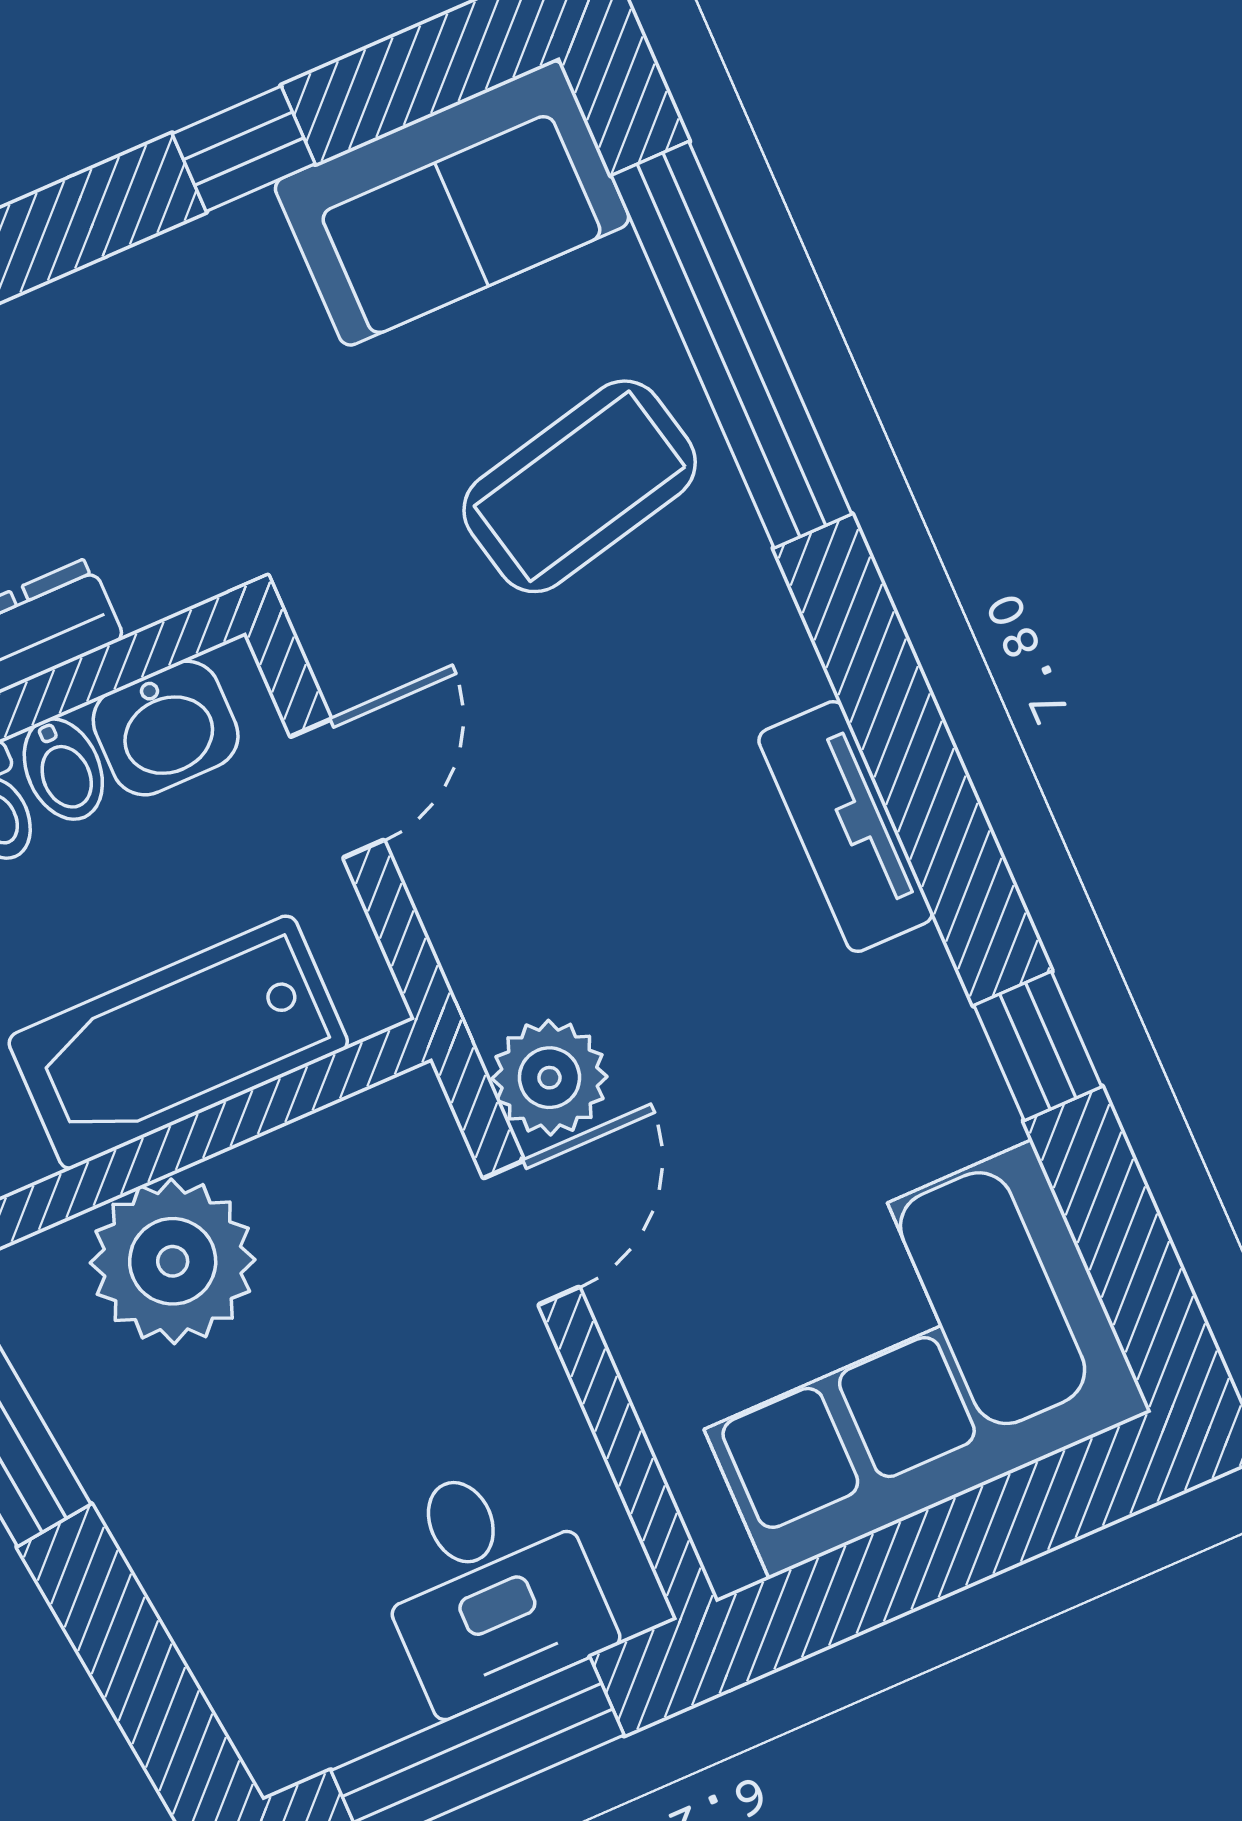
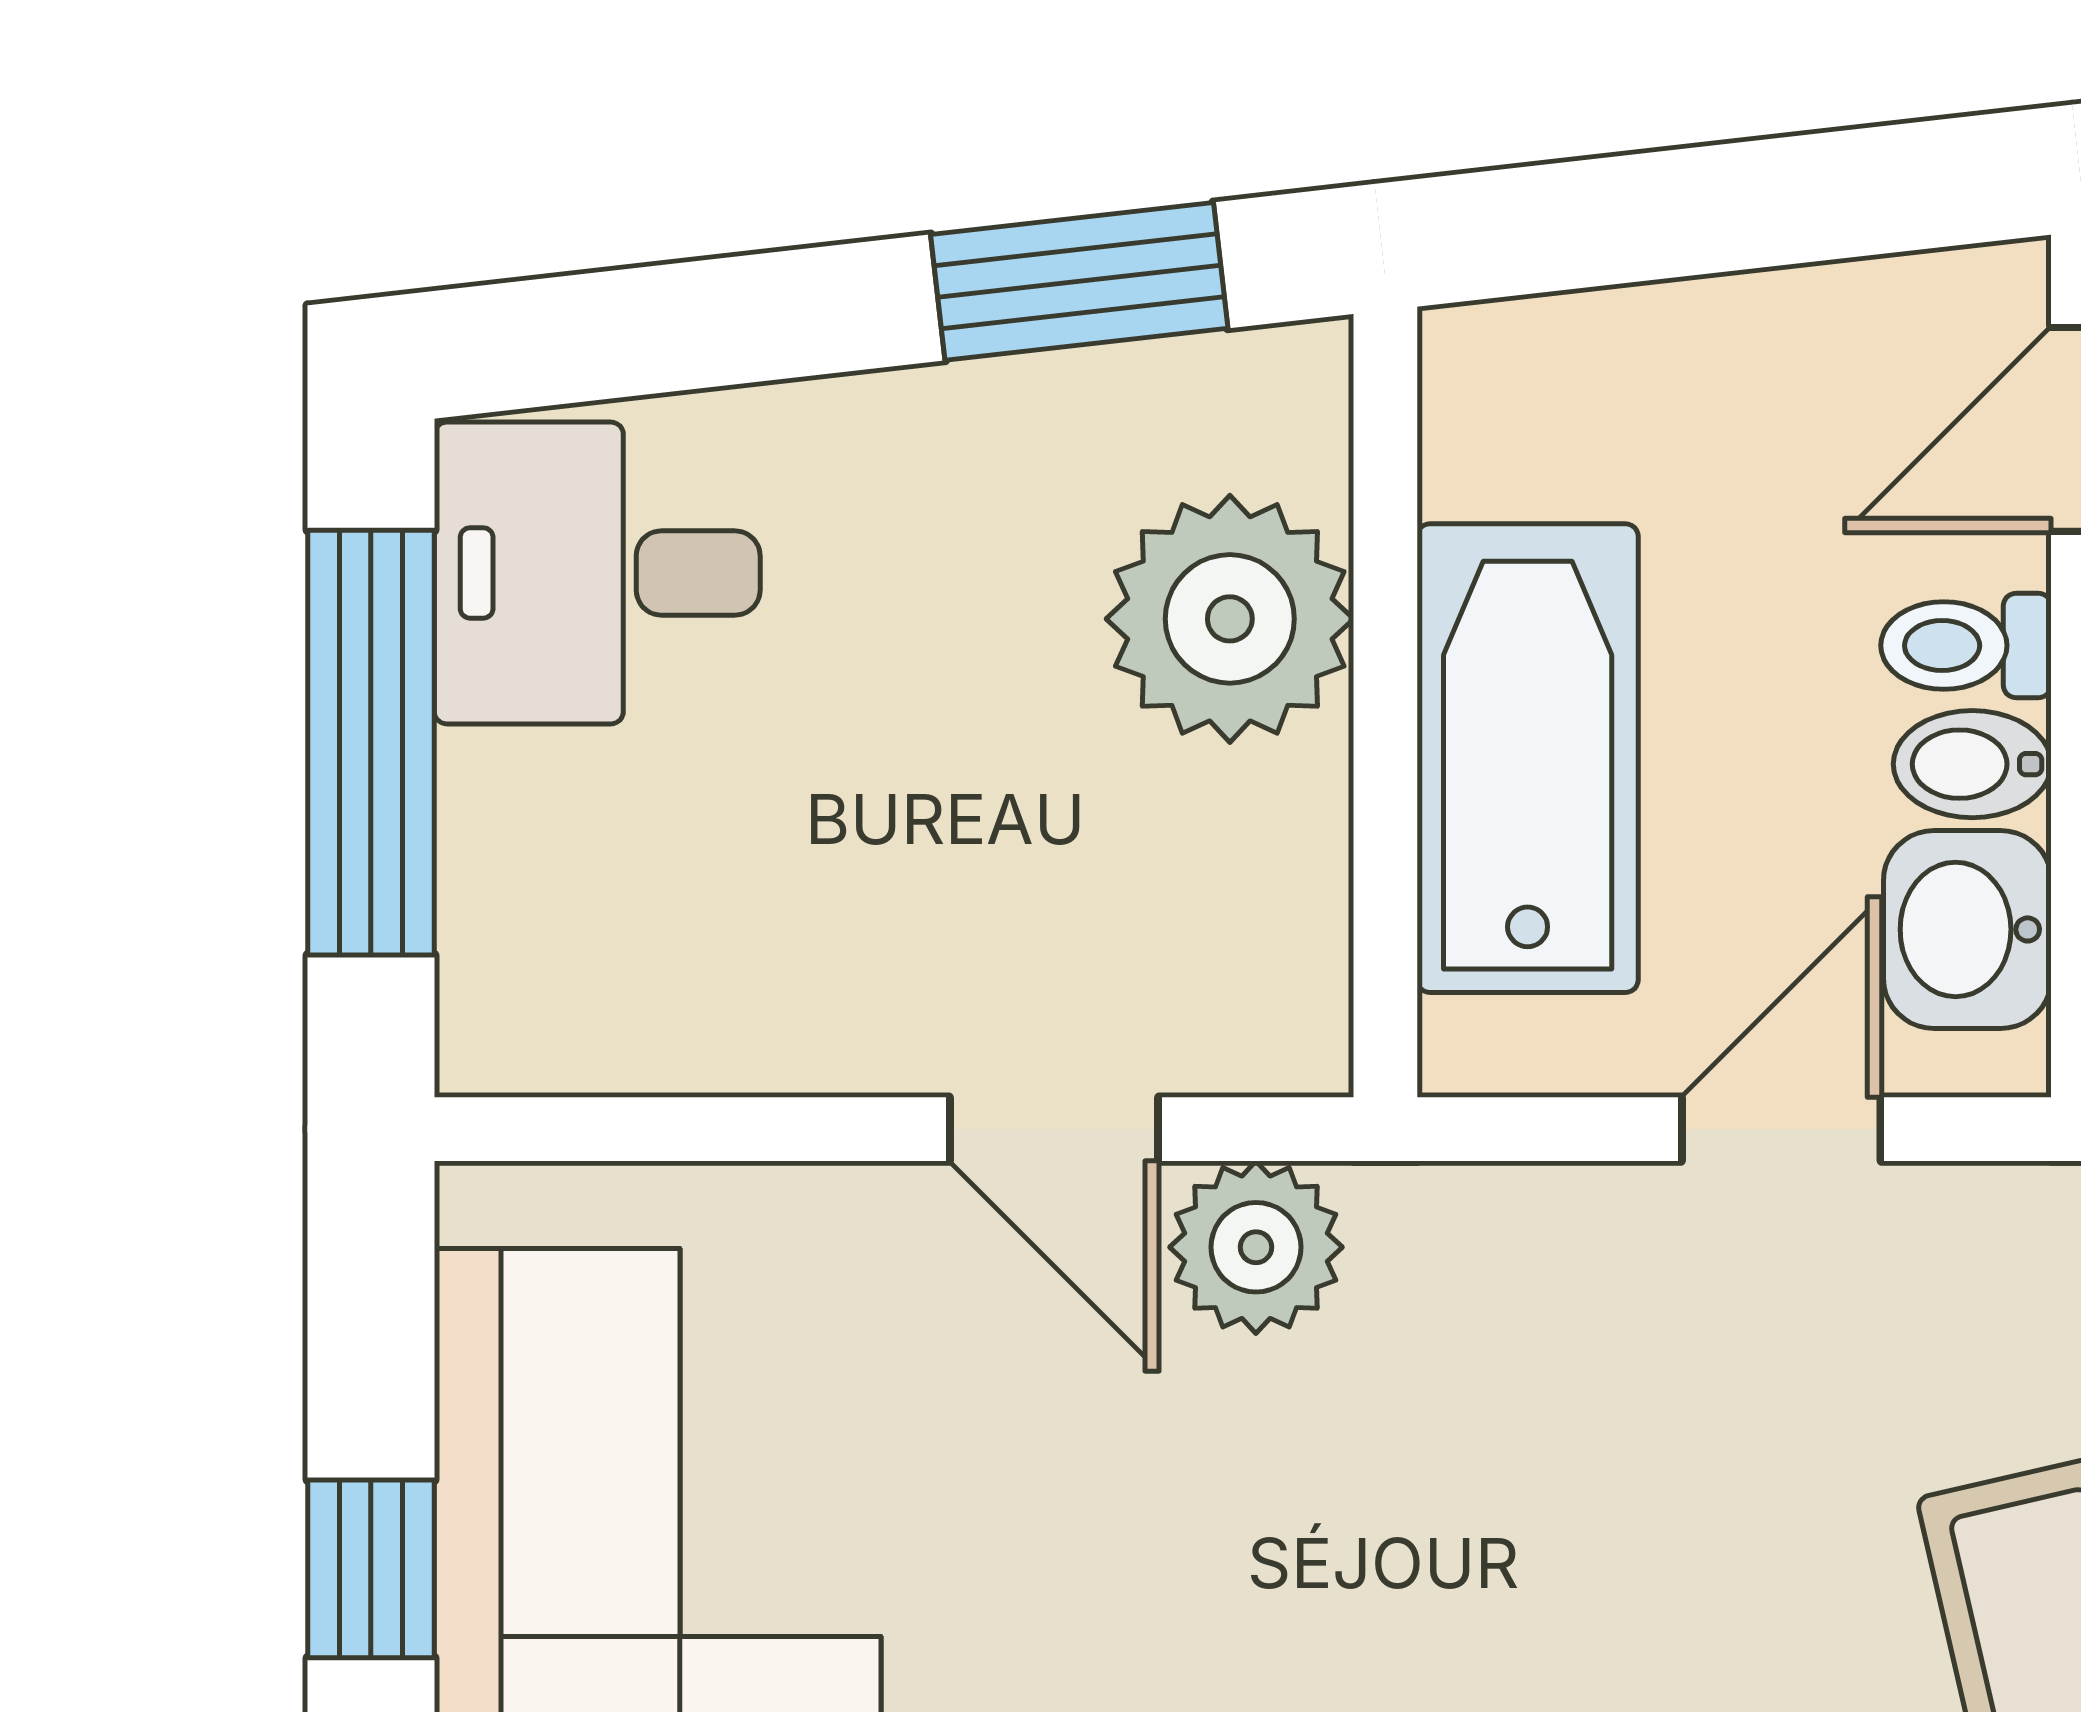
door: (337, 788) -> (1781, 1129), swing flipped
window: (982, 1532) -> (371, 1569), added
desk: (488, 1584) -> (597, 573), moved

